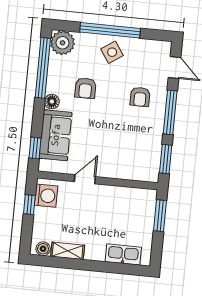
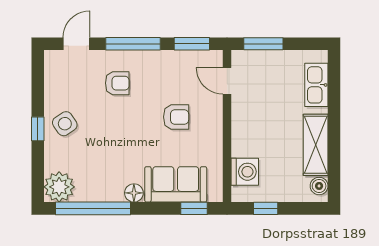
window: (110, 30) -> (38, 129), width x0.32
armchair: (85, 88) -> (176, 117), moved
door: (85, 179) -> (227, 81), moved
washing machine: (46, 196) -> (245, 172), moved, turned 90
shelving: (68, 251) -> (316, 145), width x1.50, depth x1.33

